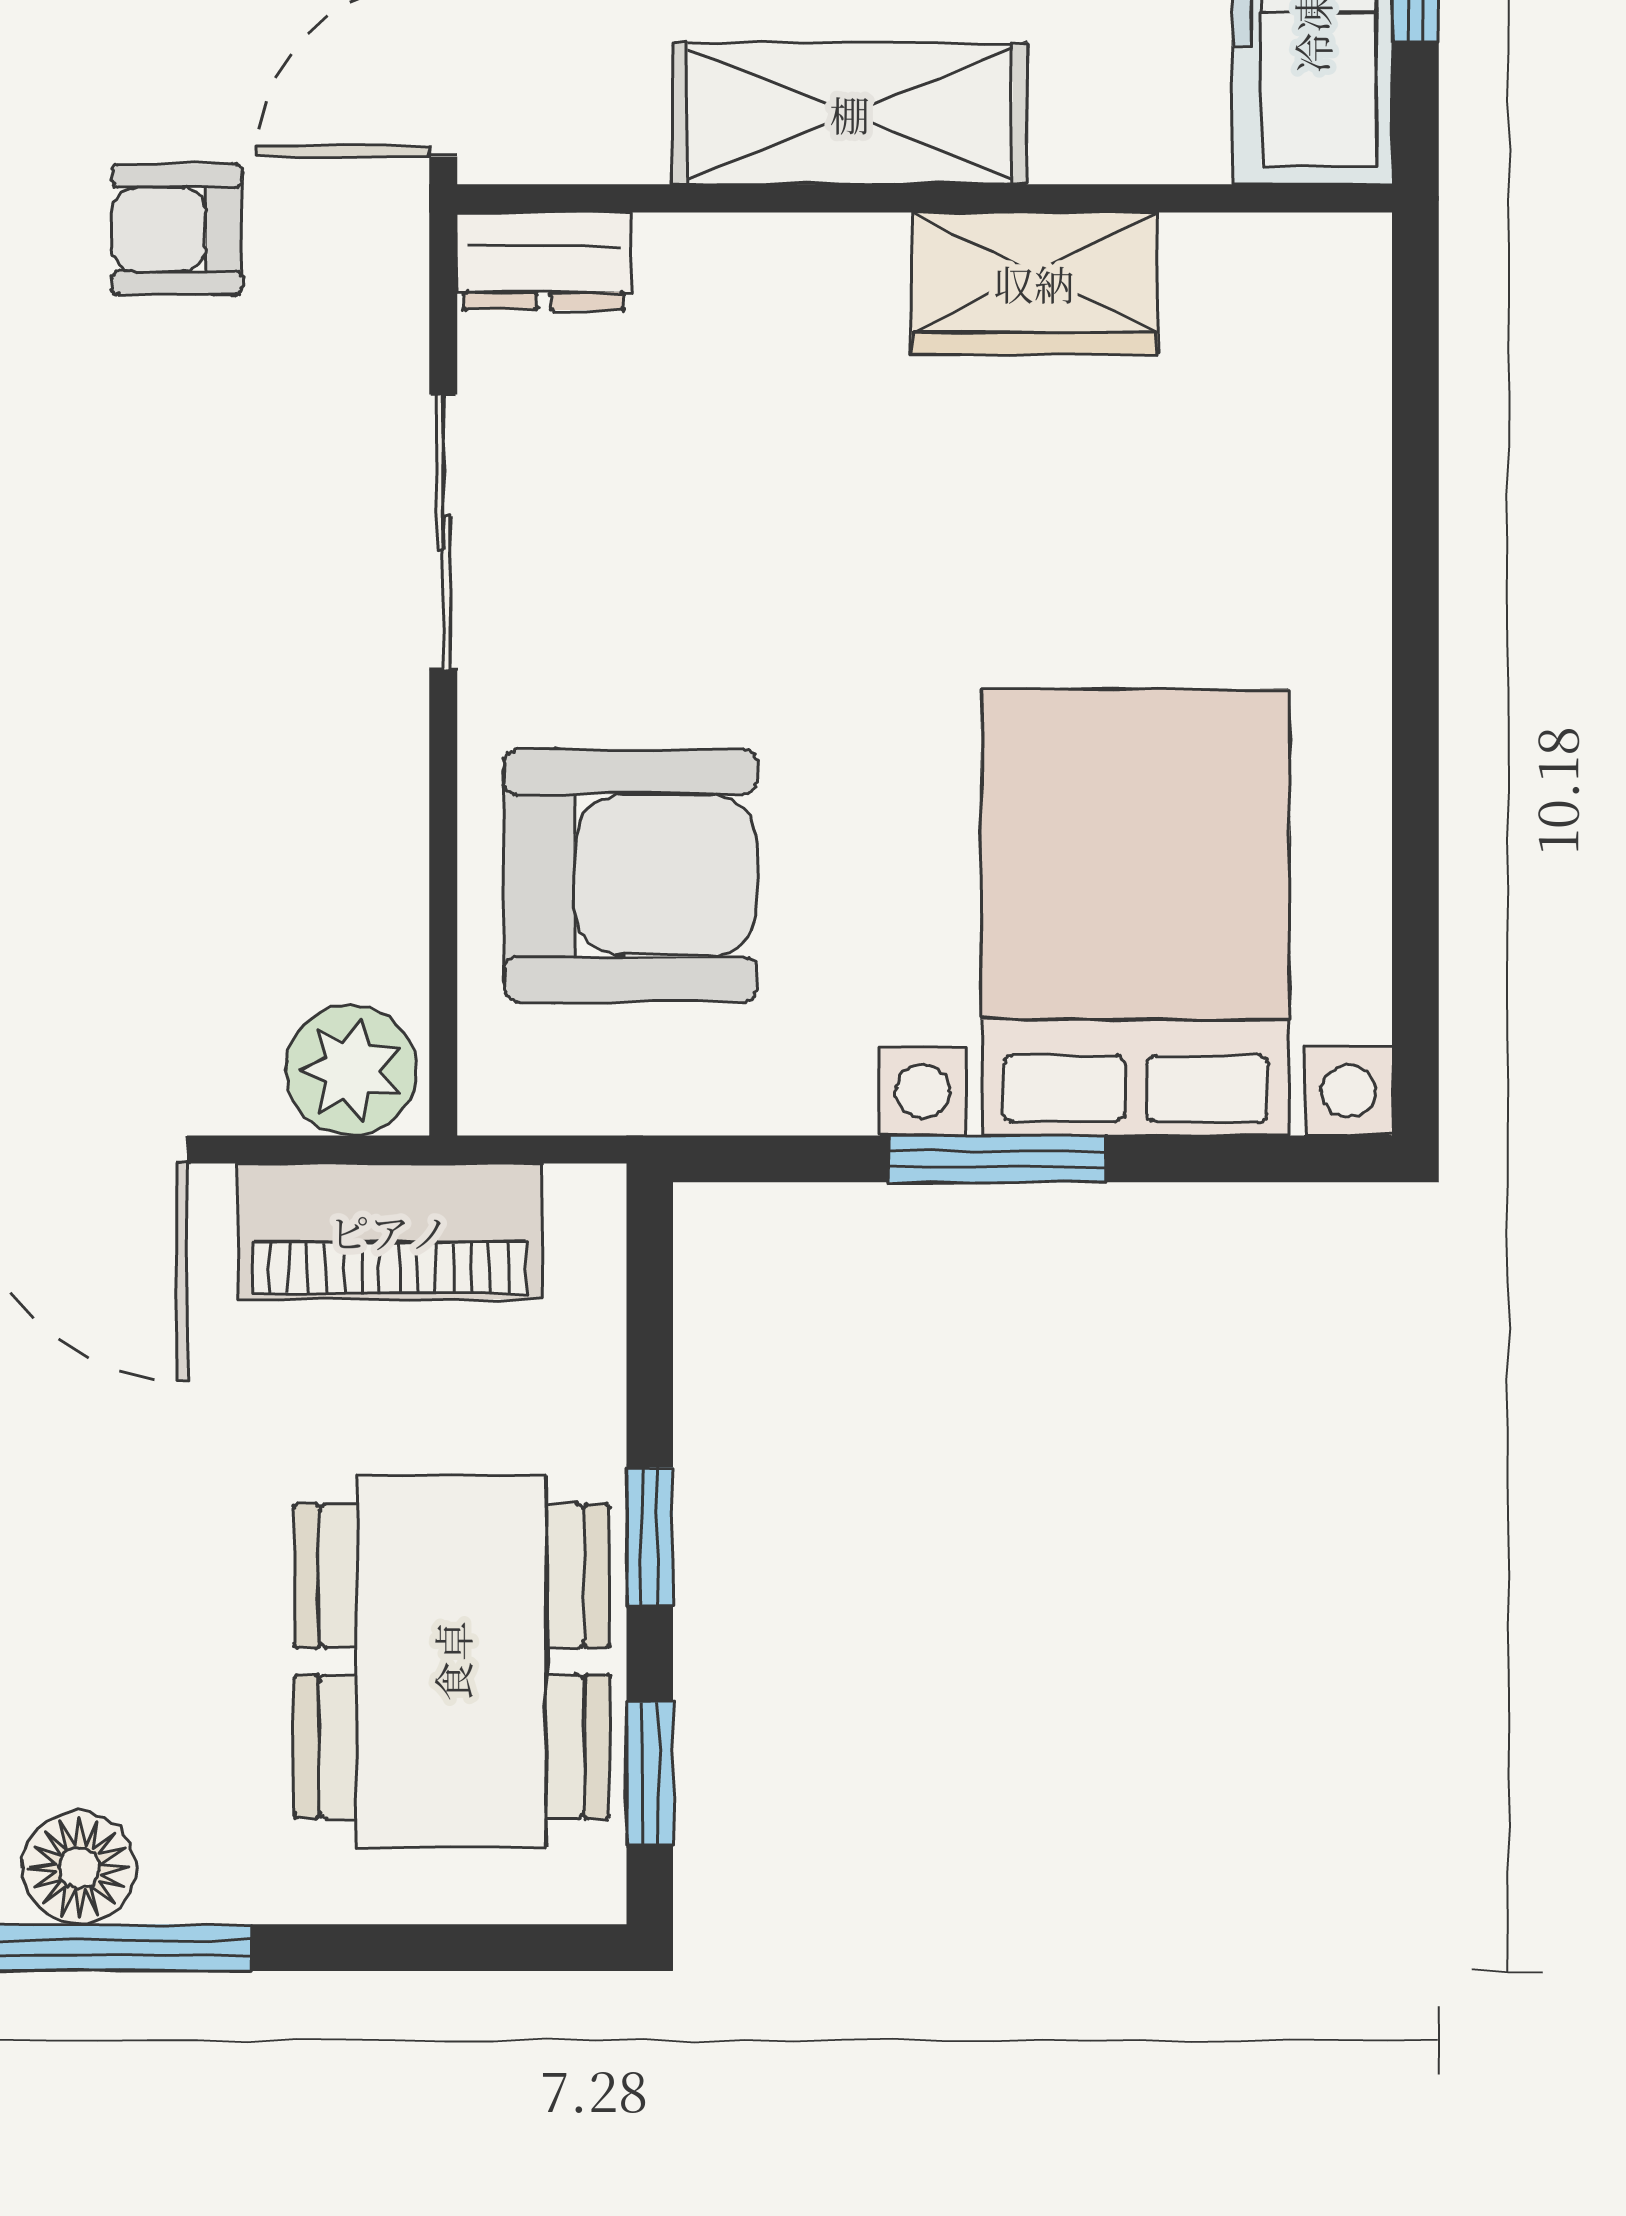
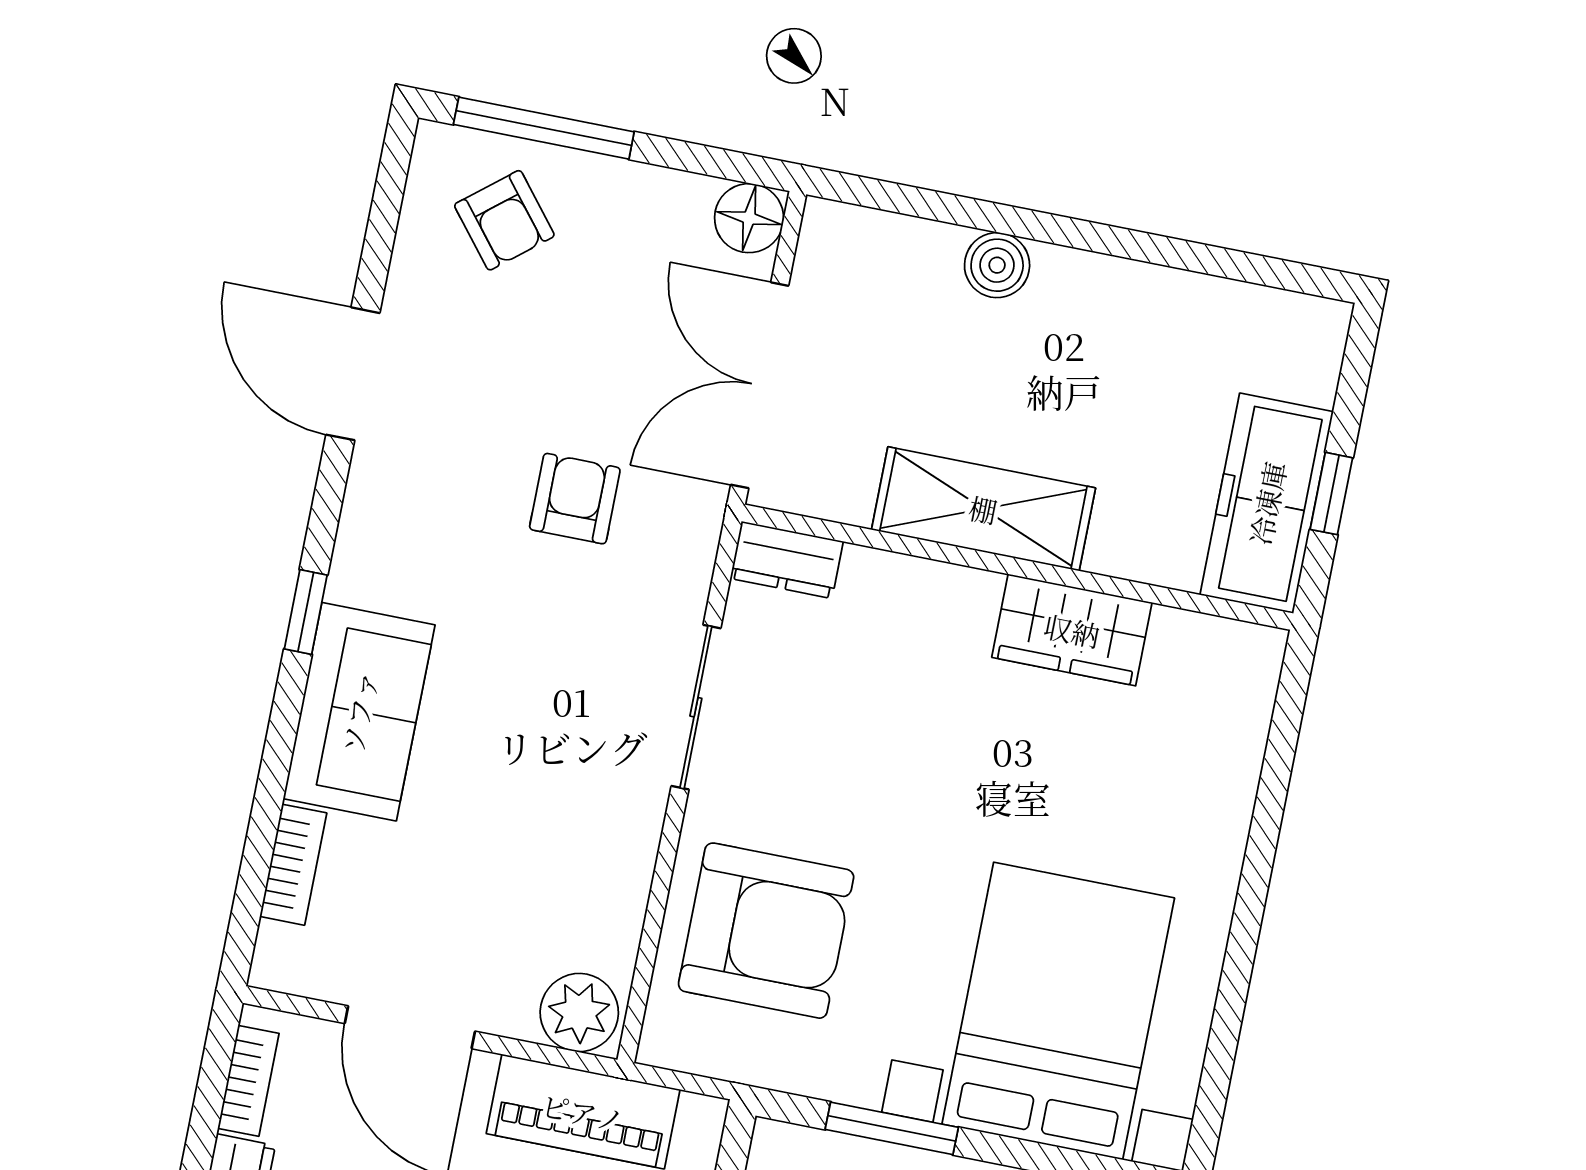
armchair: (177, 230) -> (575, 499), turned 90
window: (997, 1159) -> (892, 1128), moved

